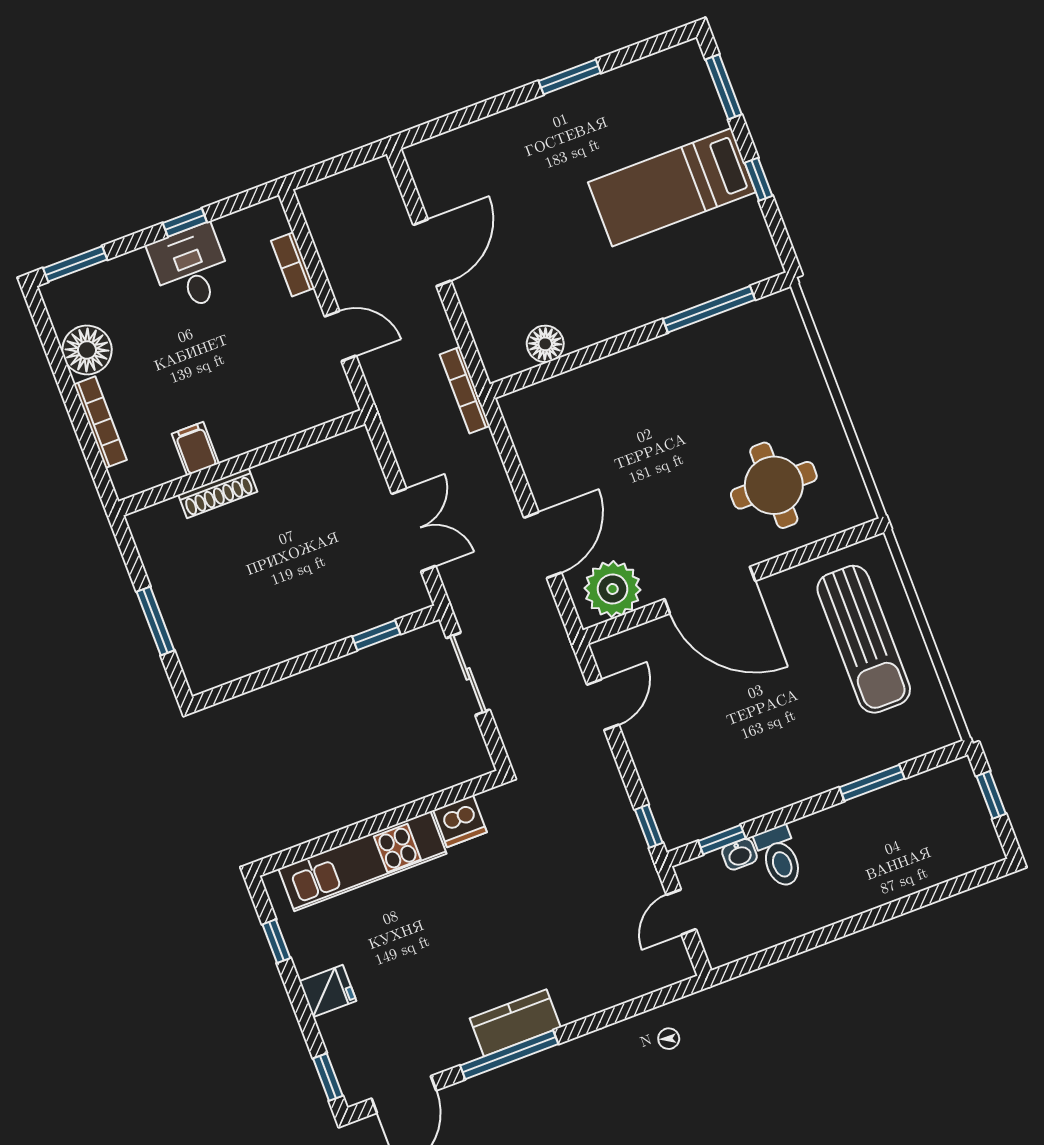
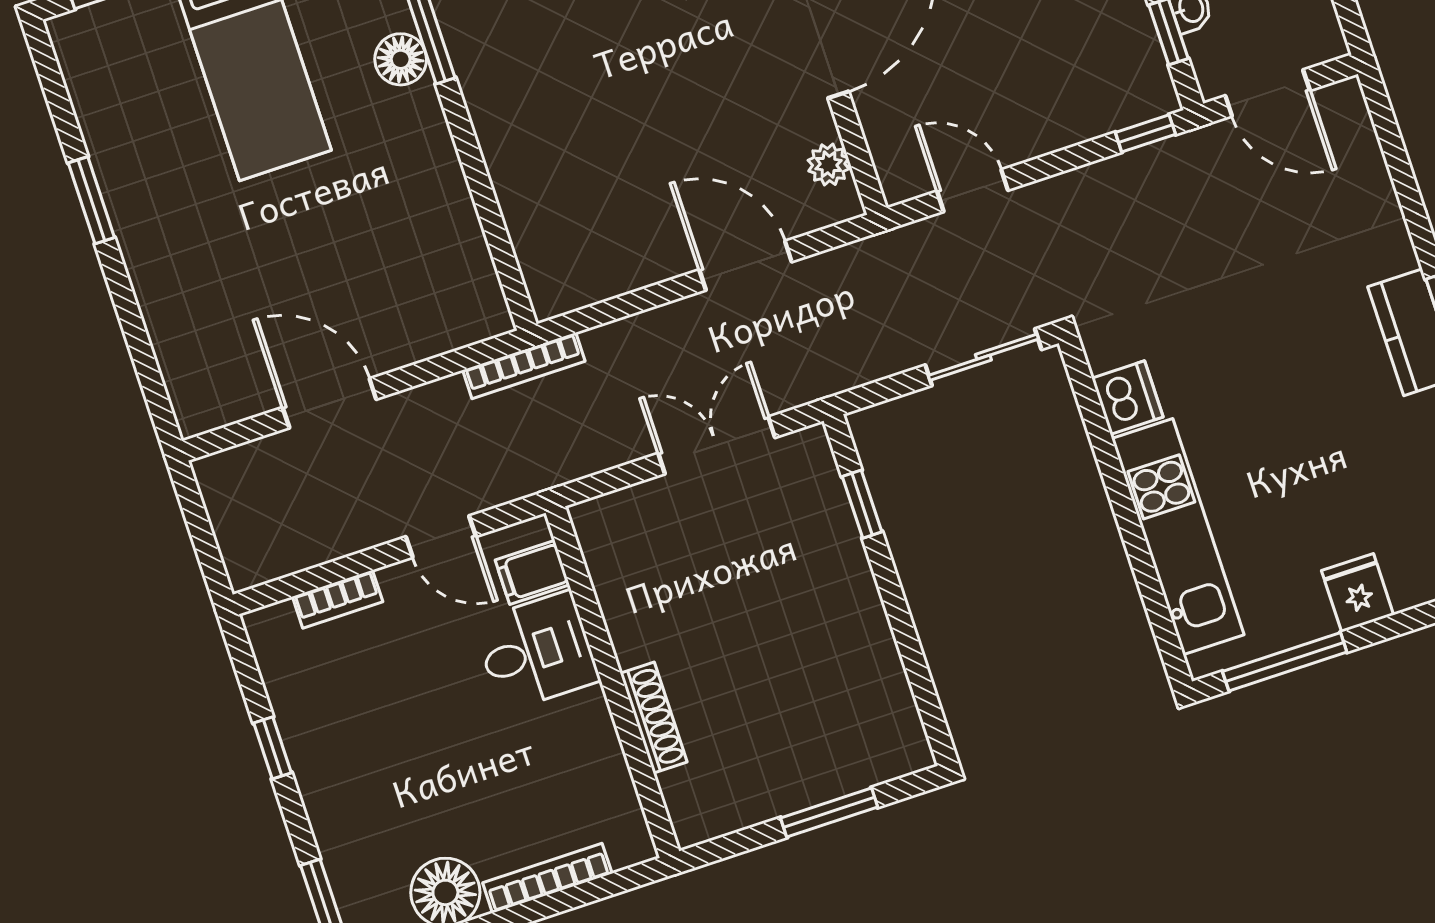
desk: (191, 268) -> (536, 651), moved, turned 180
door: (340, 336) -> (441, 537), swing flipped
floor lamp: (545, 344) -> (401, 59), moved
filing cabinet: (195, 449) -> (532, 572), moved
plant: (613, 589) -> (829, 165), width x0.53, depth x0.53
sliding door: (468, 674) -> (983, 357), moved
door: (681, 912) -> (1268, 93), width x1.38
window: (276, 941) -> (1285, 662), width x2.17

